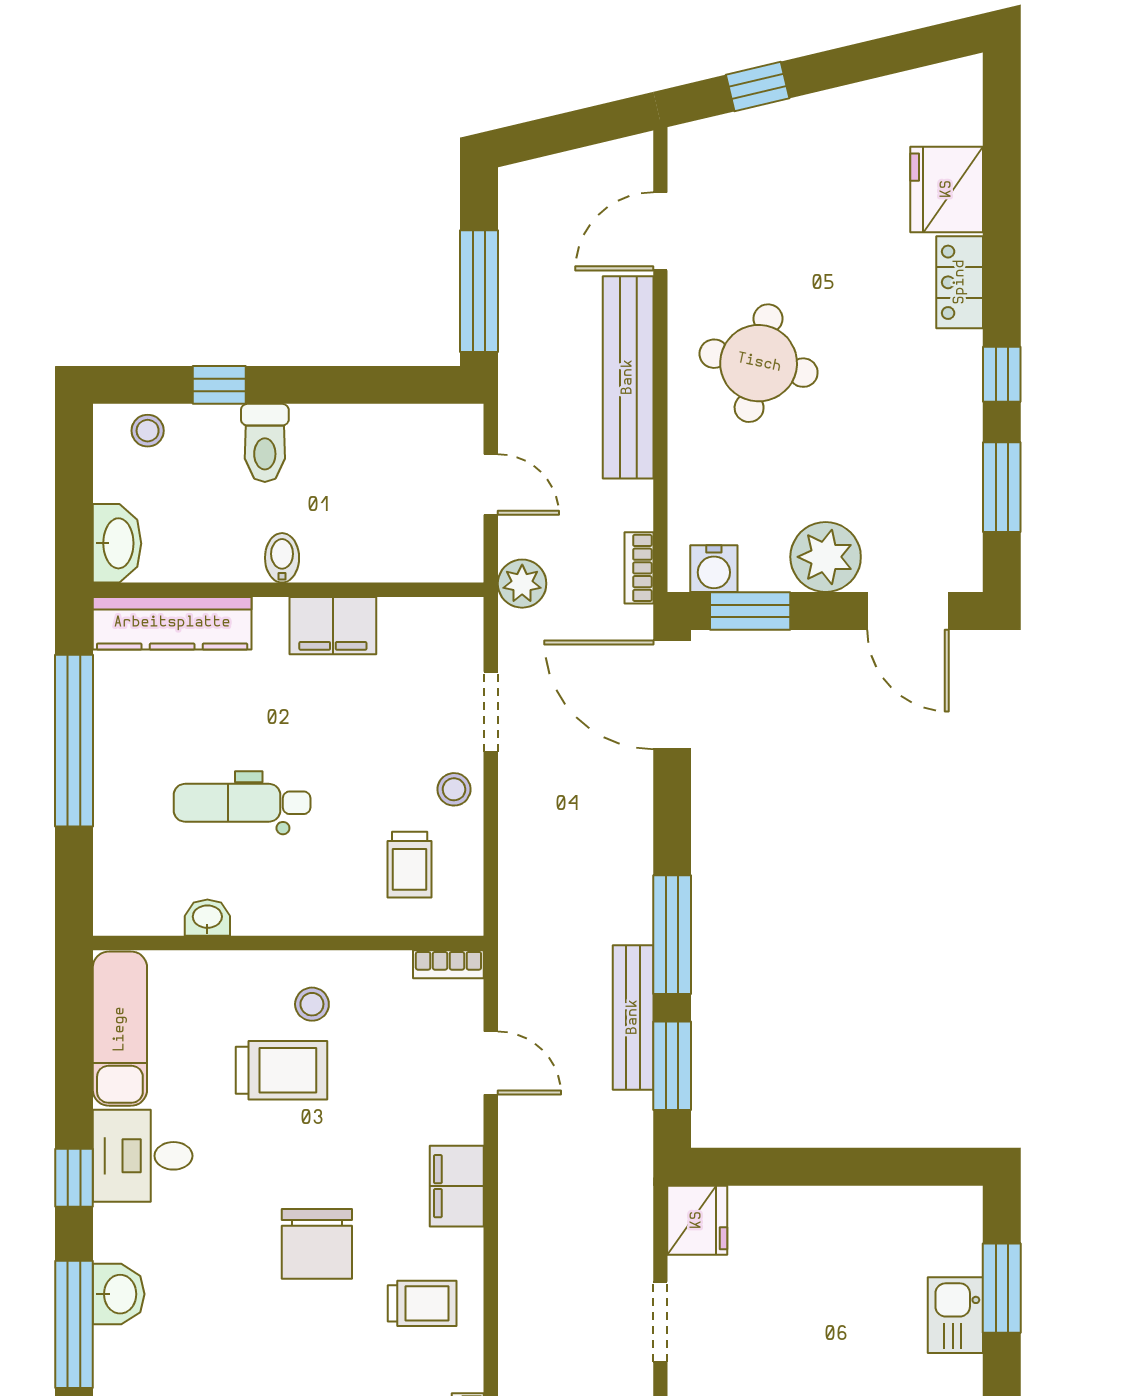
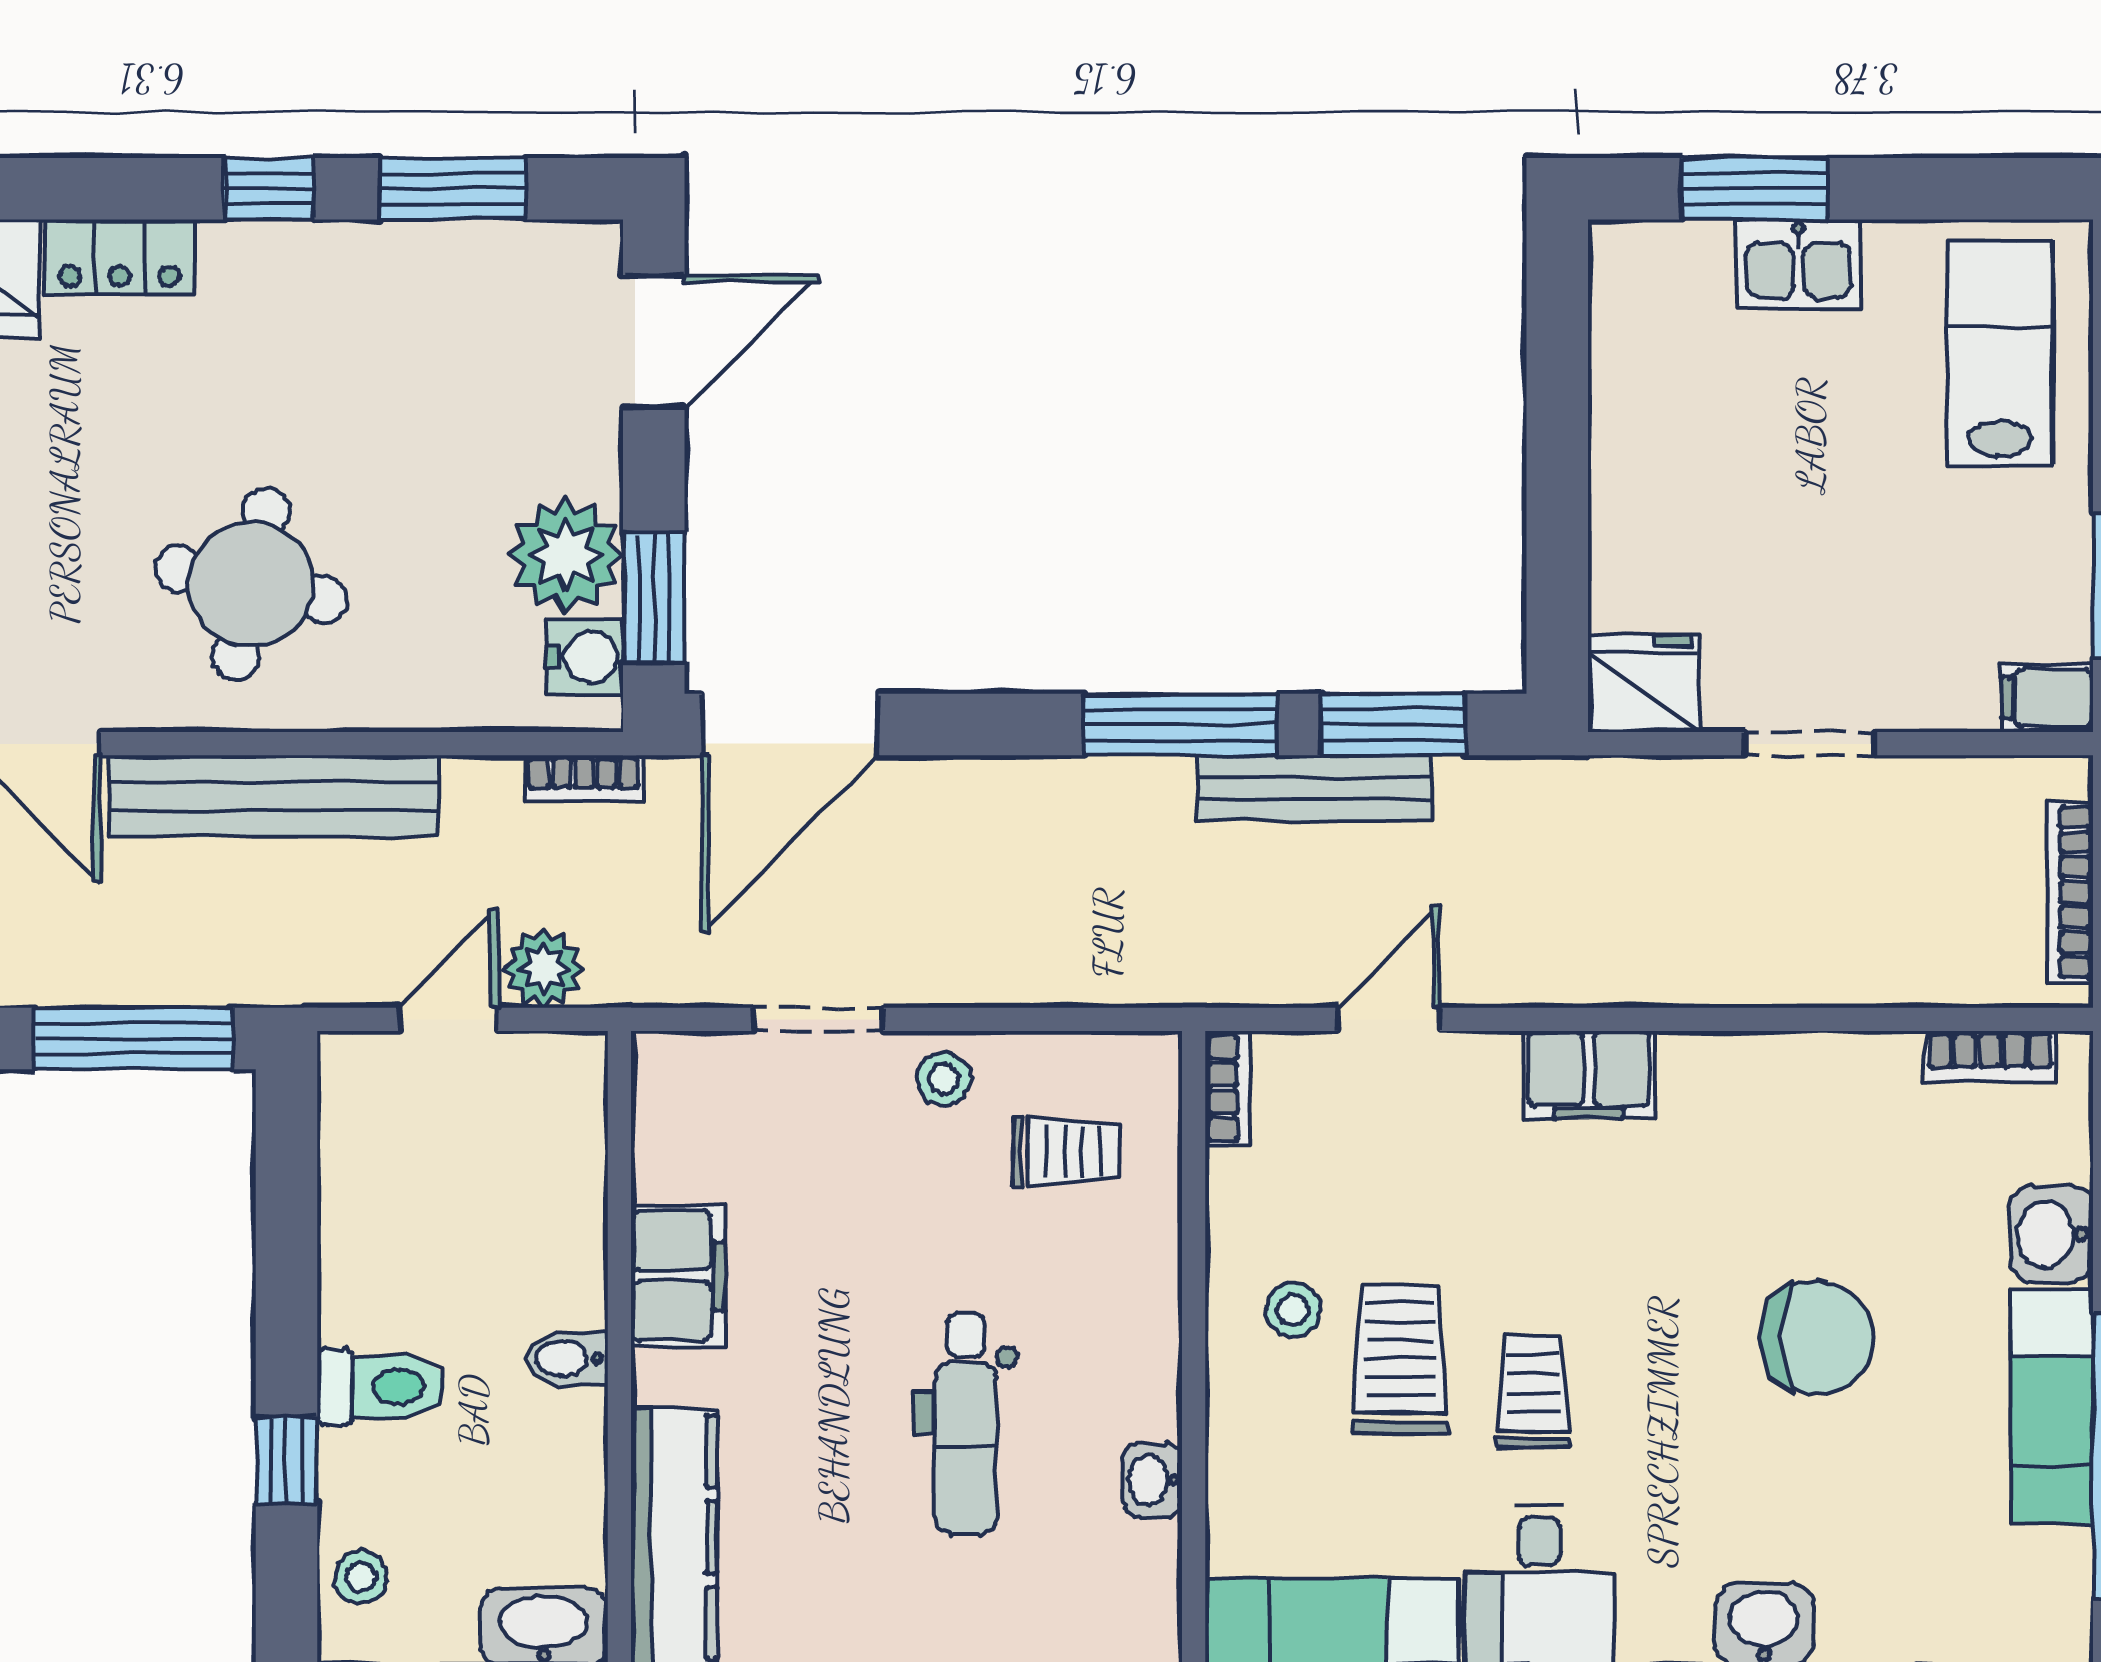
plant: (826, 557) -> (566, 555), moved
plant: (522, 584) -> (544, 969), moved
chair: (317, 1244) -> (1817, 1337), moved
trolley: (422, 1303) -> (1533, 1391), moved

